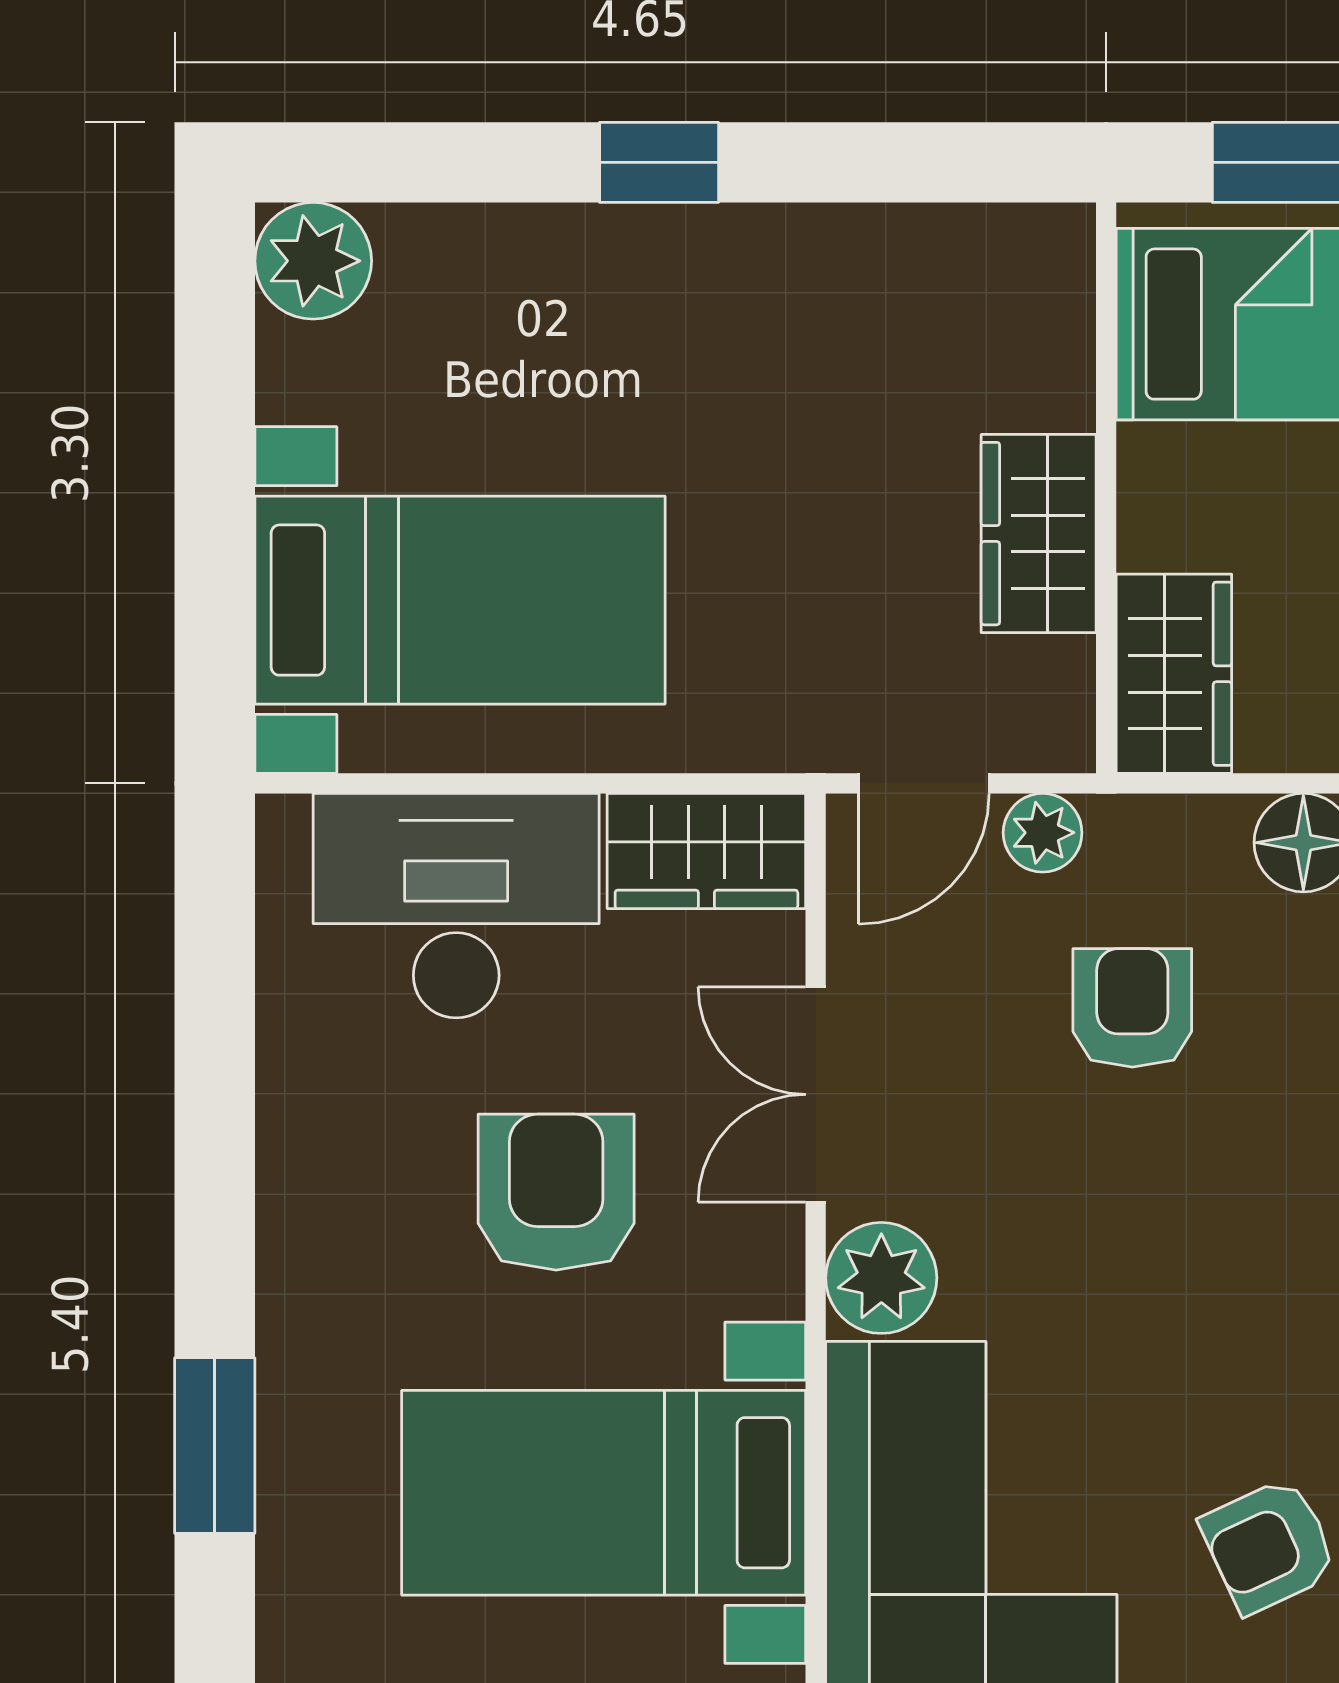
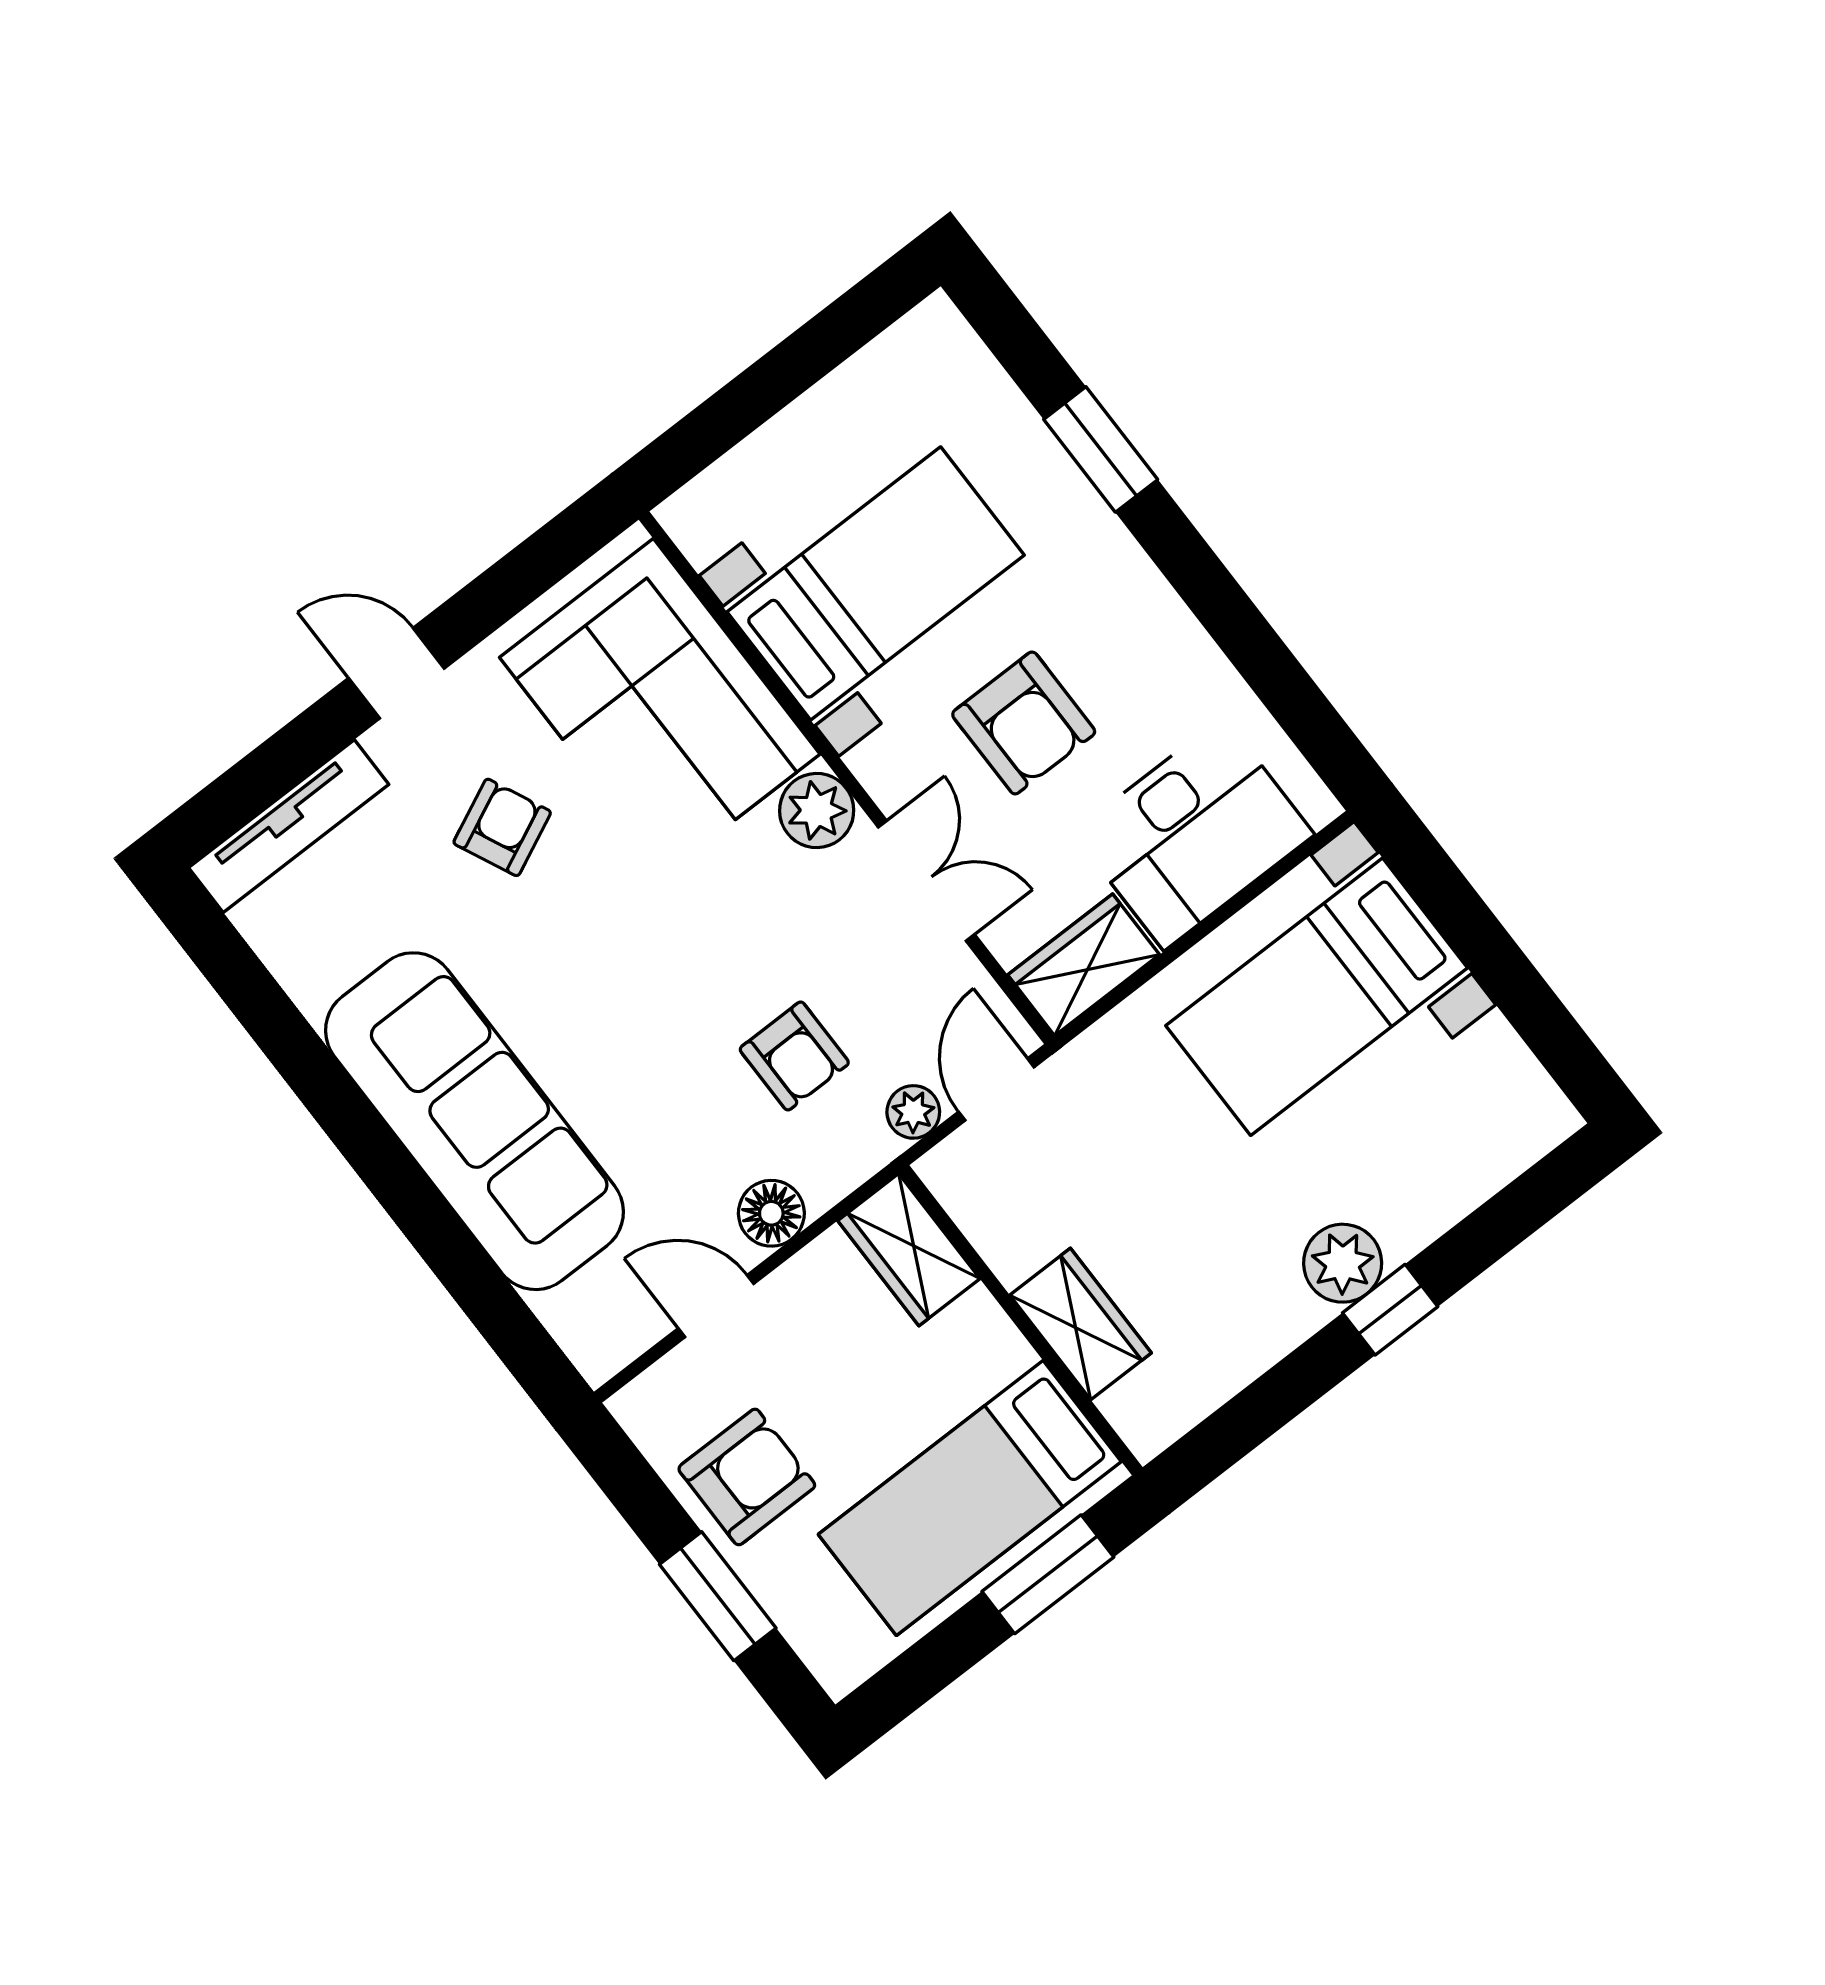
plant: (313, 261) -> (1343, 1263), moved
wardrobe: (1039, 534) -> (1081, 1324), moved

